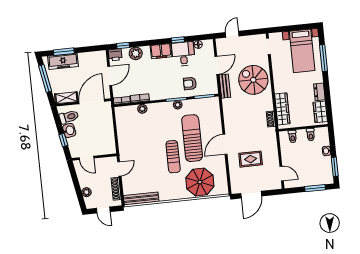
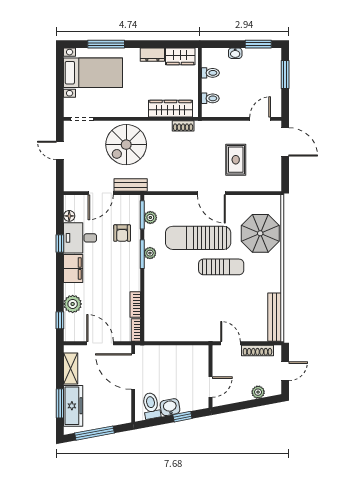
door: (232, 34) -> (60, 150), moved
printer: (115, 55) -> (72, 333), removed
door: (217, 65) -> (101, 193), swing flipped
shelving: (66, 98) -> (71, 368), moved
plant: (142, 109) -> (150, 217), moved
door: (251, 195) -> (285, 142), moved

